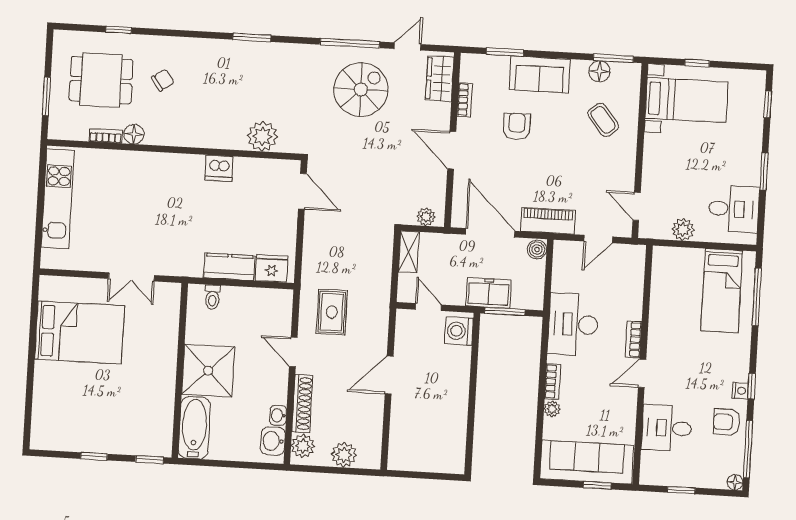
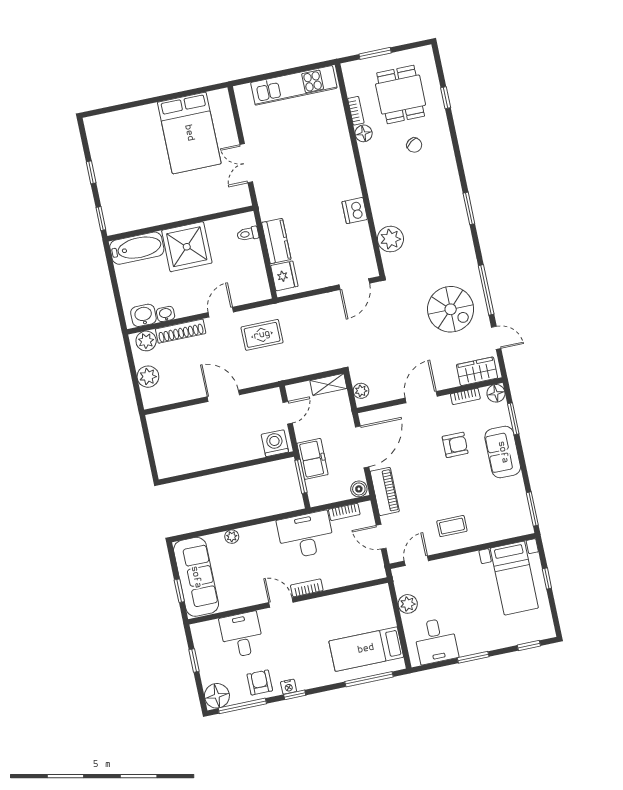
floor lamp: (599, 71) -> (496, 393), moved
coffee table: (603, 120) -> (452, 526), moved, turned 39
bookcase: (552, 381) -> (344, 512), moved
floor lamp: (735, 482) -> (217, 696), width x1.89, depth x1.89

